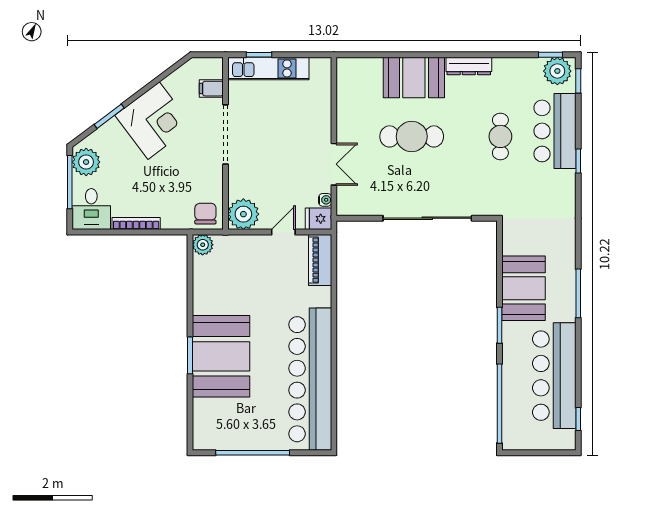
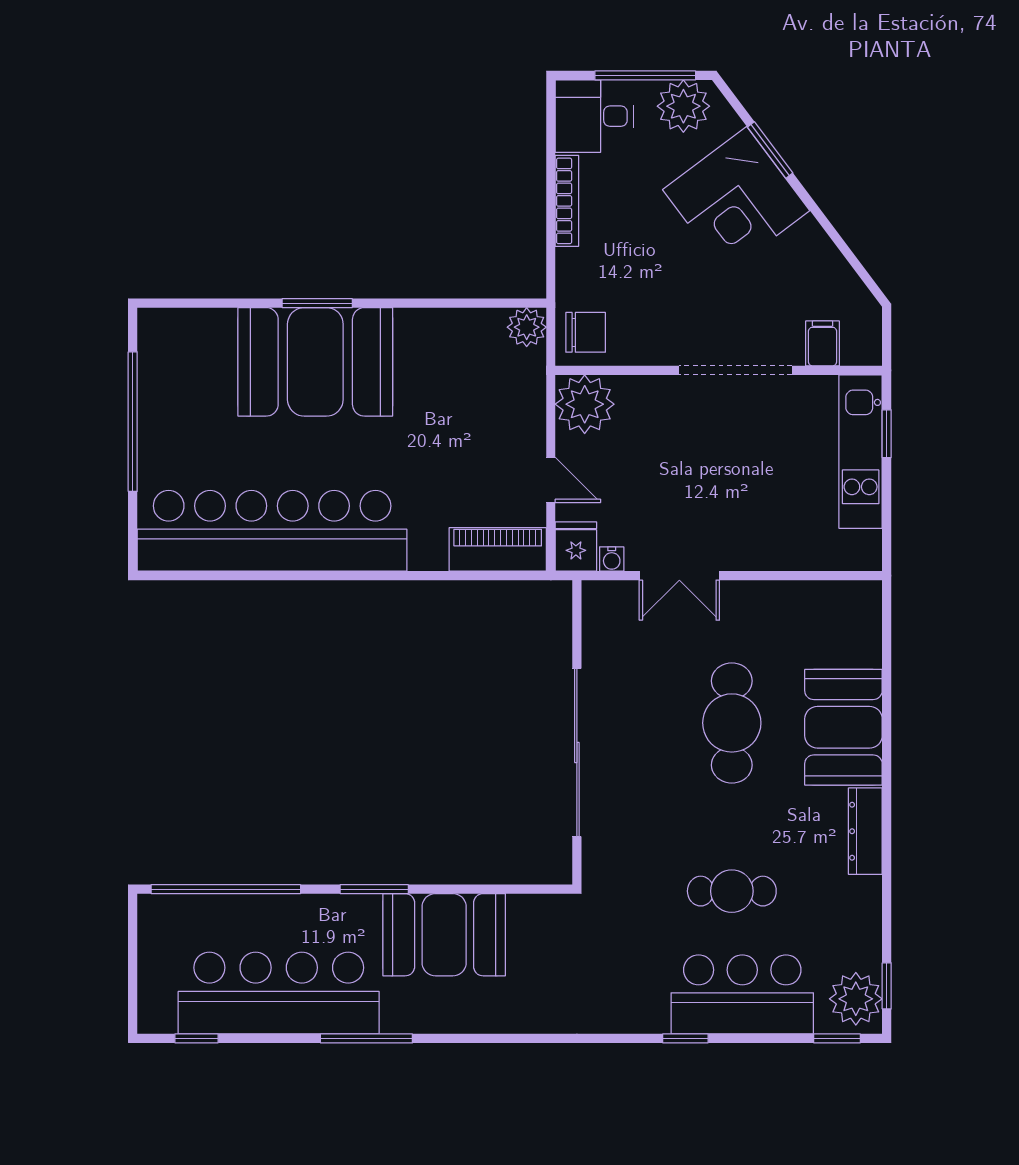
corner desk: (154, 121) -> (736, 200), moved
window: (578, 293) -> (366, 1038), moved

